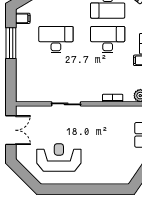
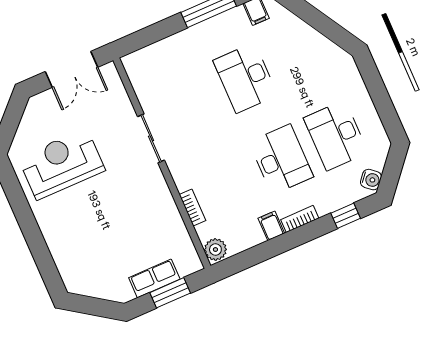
desk: (56, 40) -> (245, 78), turned 180
reception desk: (59, 157) -> (62, 164), turned -90

